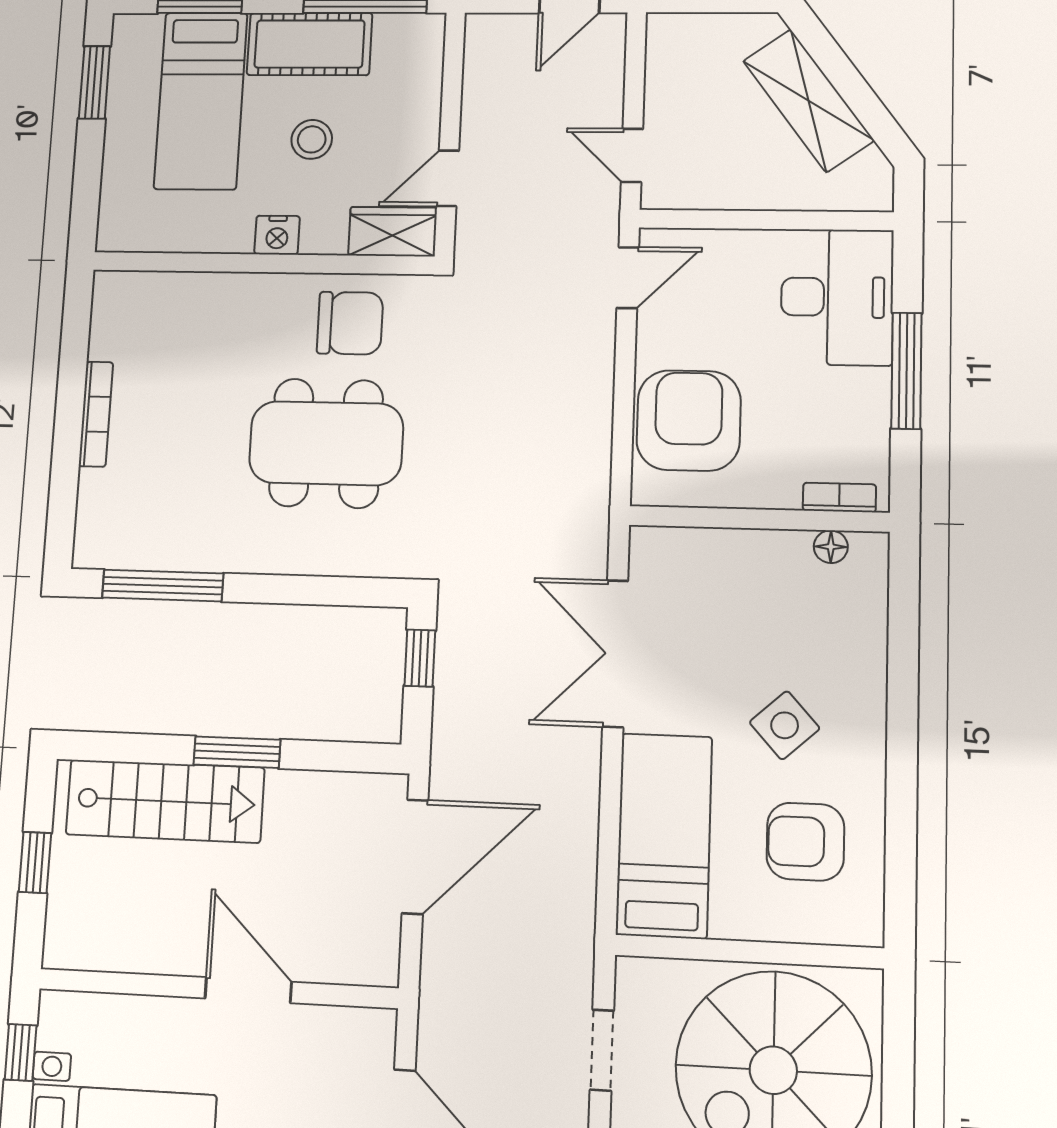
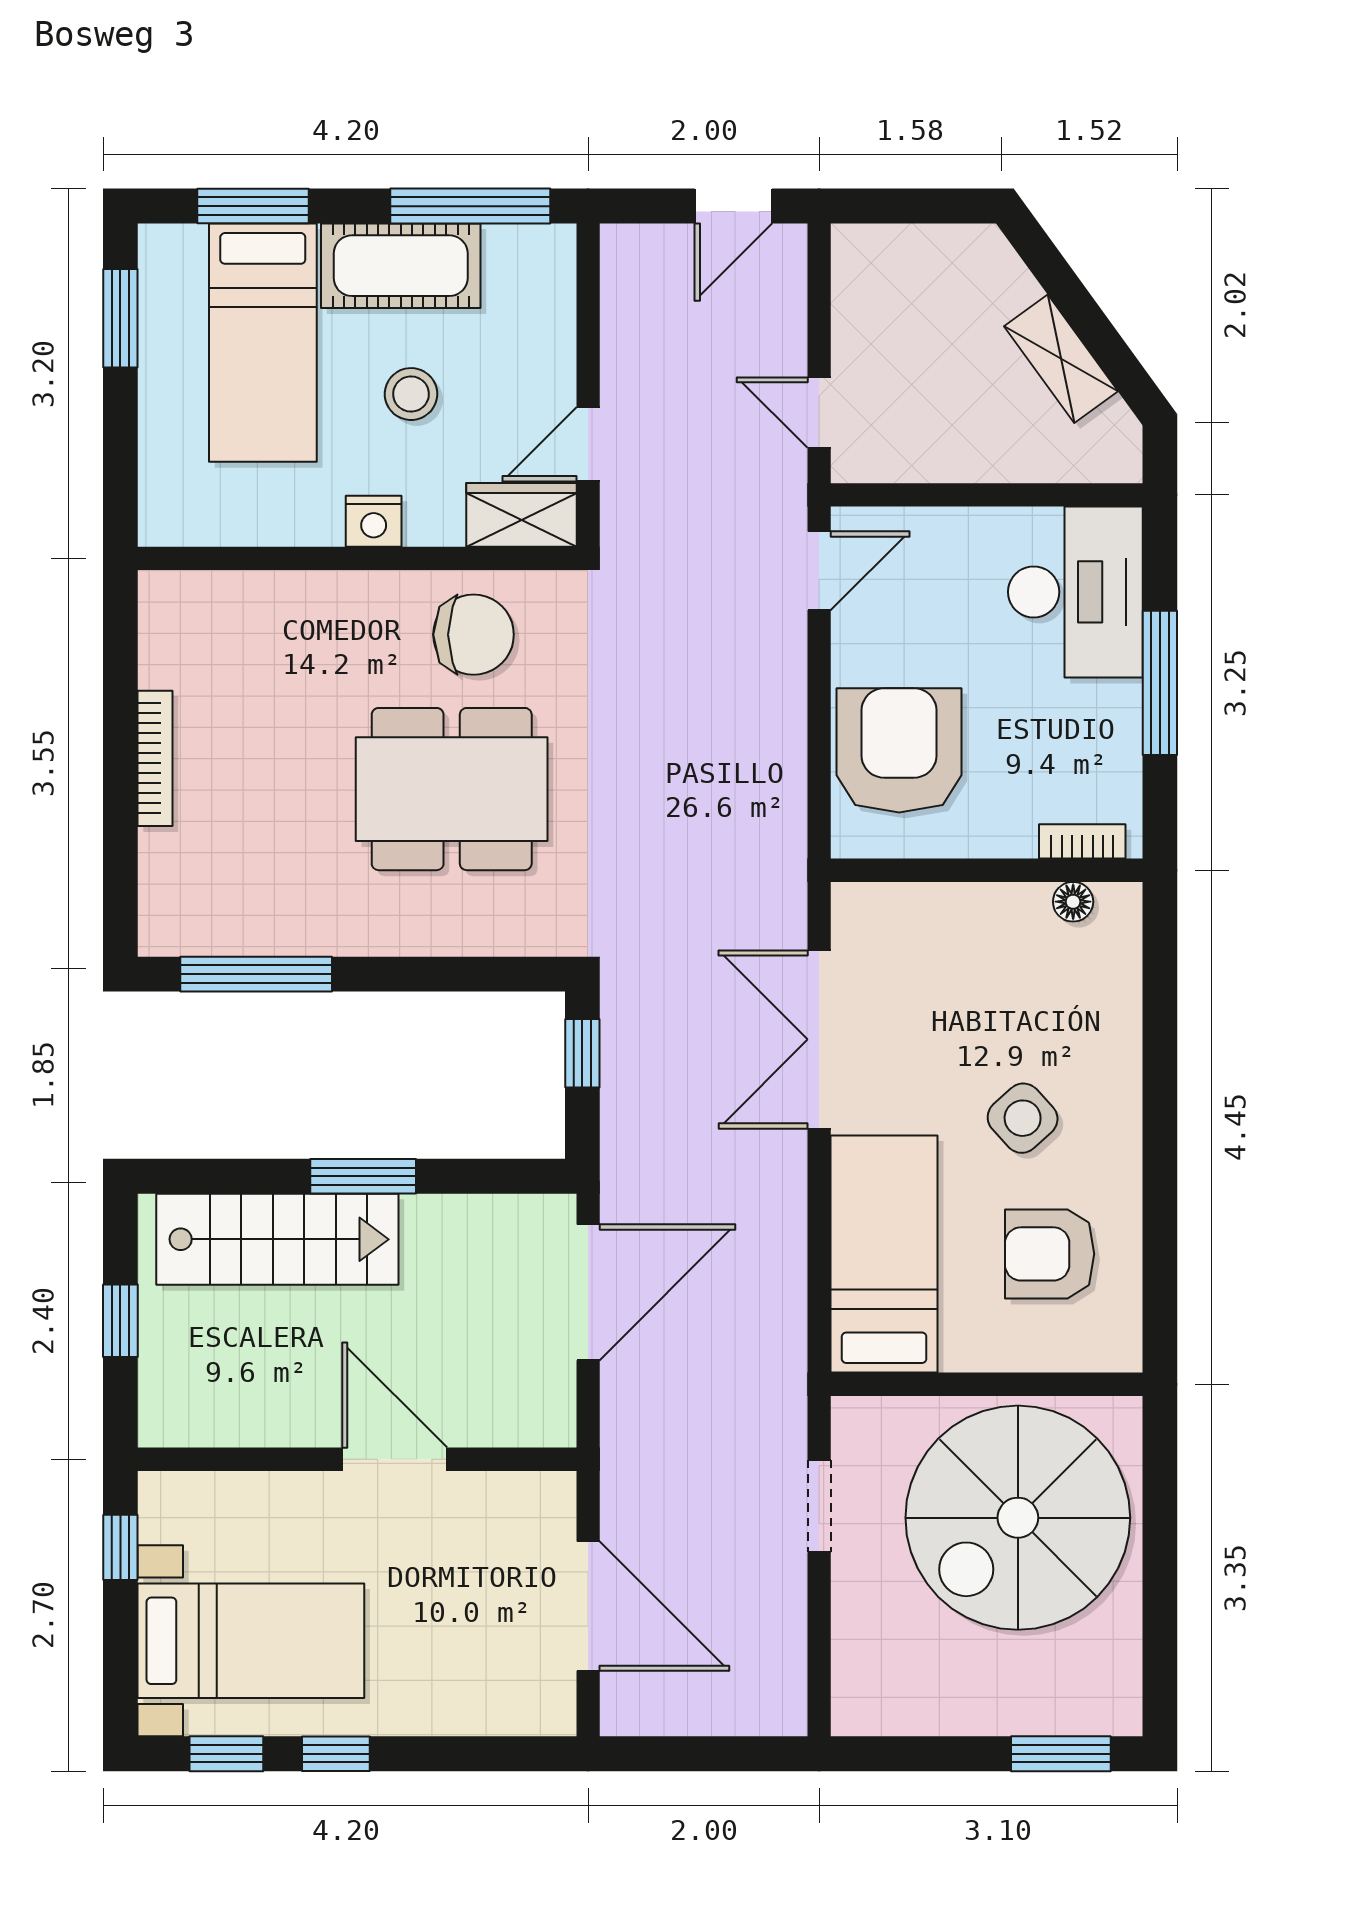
shelving: (808, 101) -> (1061, 359), width x0.67, depth x0.75

